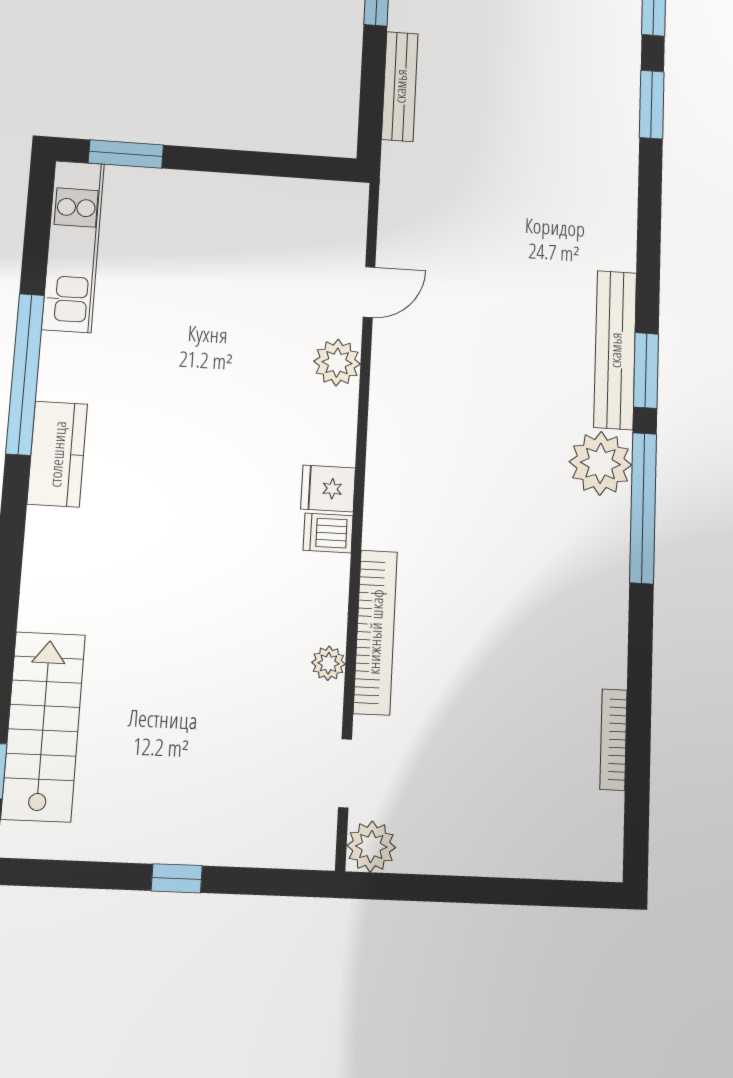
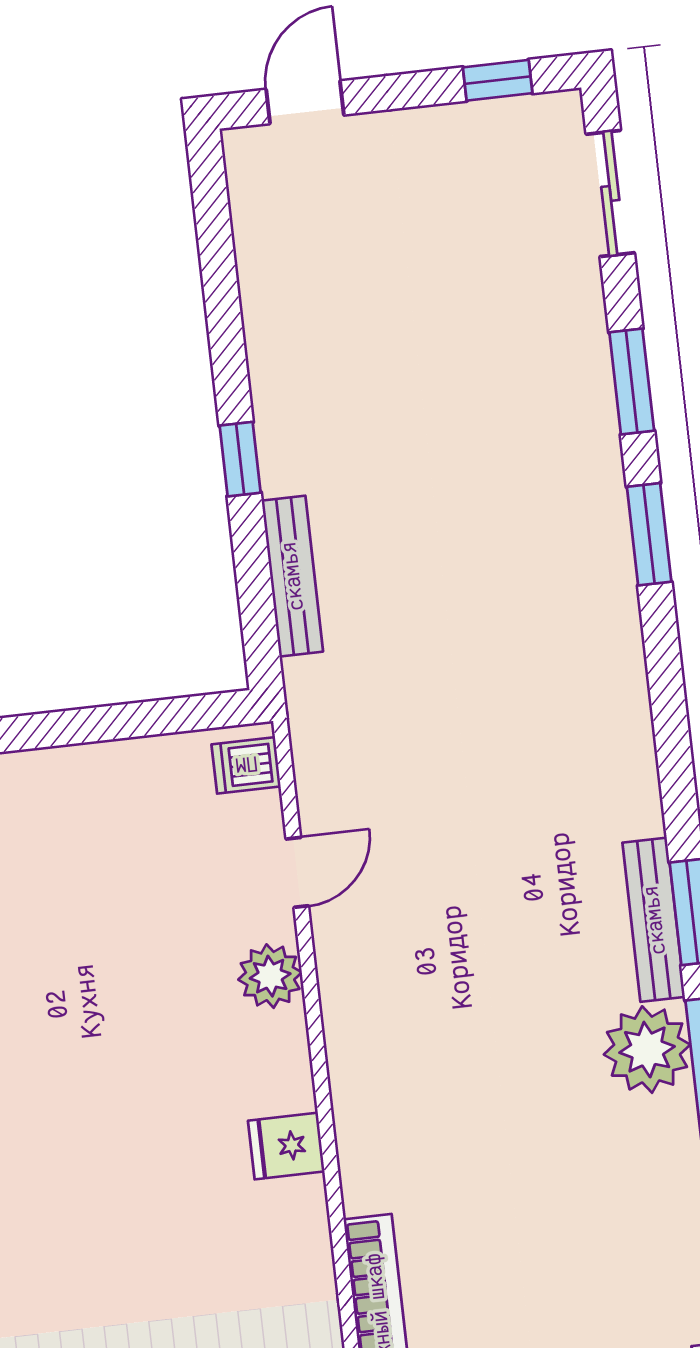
bench: (615, 350) -> (654, 920), width x0.73, depth x0.82
dishwasher: (328, 533) -> (246, 765), moved

